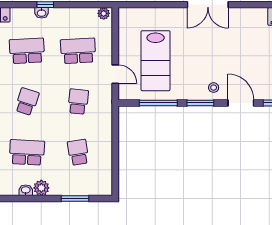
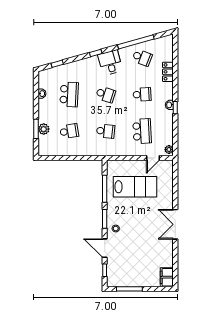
school desk: (27, 51) -> (142, 94), width x0.54
lab bench: (156, 61) -> (135, 187), turned 180
door: (115, 74) -> (153, 158), moved
door: (241, 103) -> (105, 248), swing flipped
plant: (41, 188) -> (44, 129), moved

